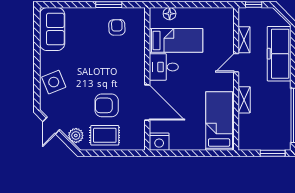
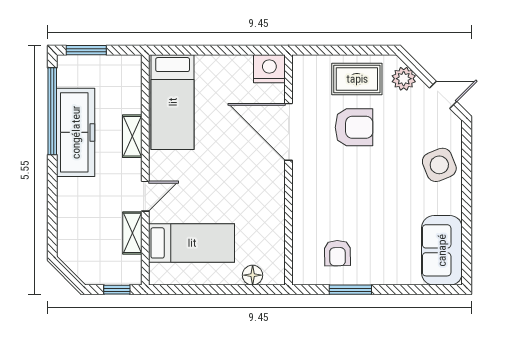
bed: (176, 40) -> (192, 243), moved, turned 180
freezer: (279, 54) -> (76, 132), moved
desk: (164, 67) -> (262, 189), removed
door: (51, 126) -> (443, 95), hinge flipped

